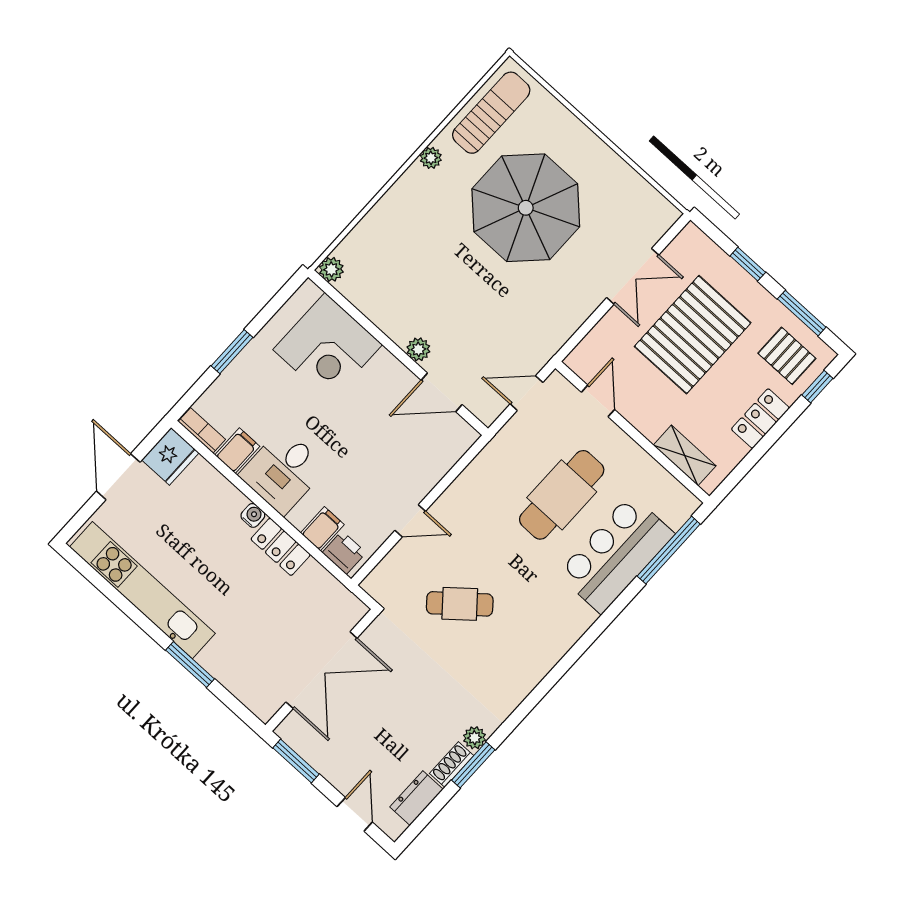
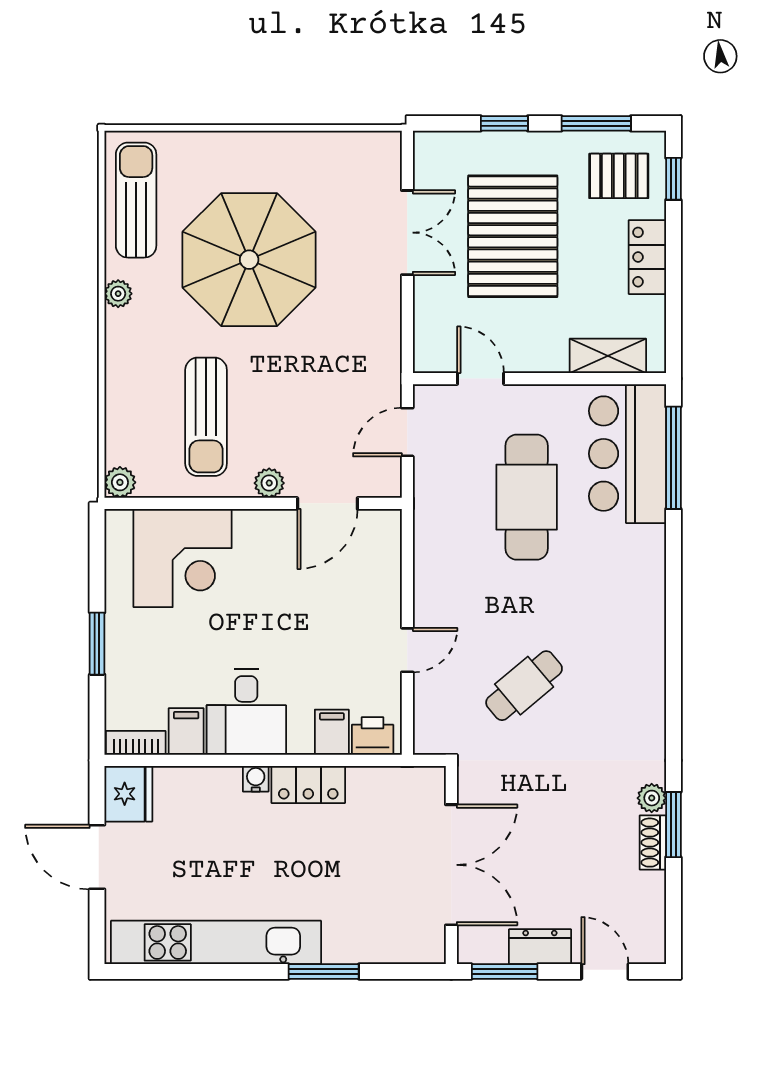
sun lounger: (417, 277) -> (206, 417), added
bar counter: (616, 554) -> (627, 454), moved
dresser: (416, 798) -> (540, 947), moved, turned 90

